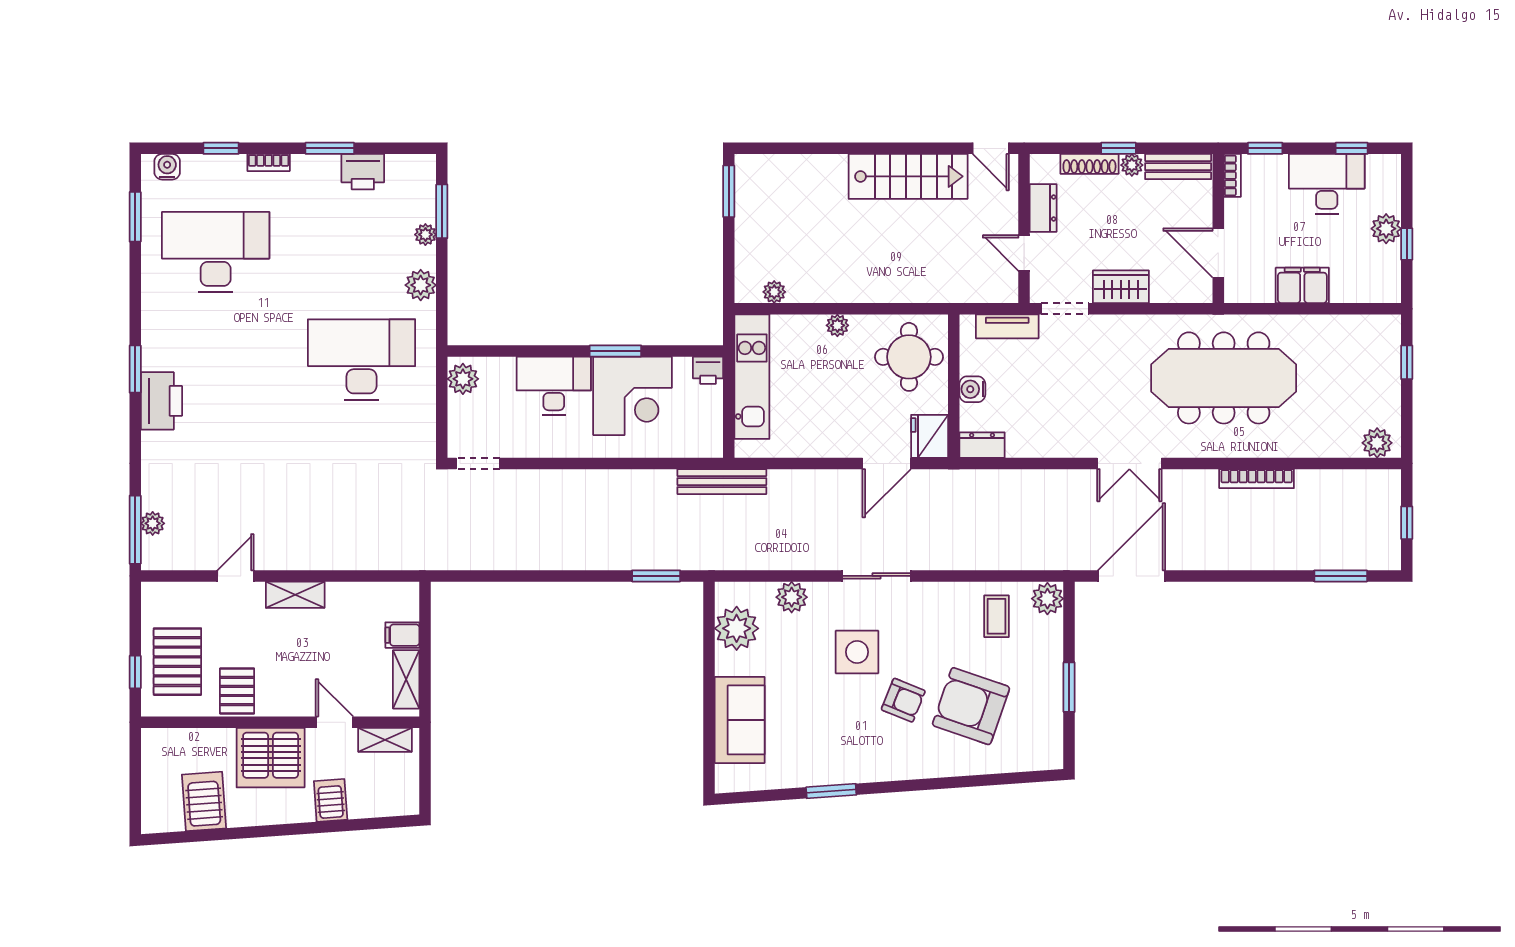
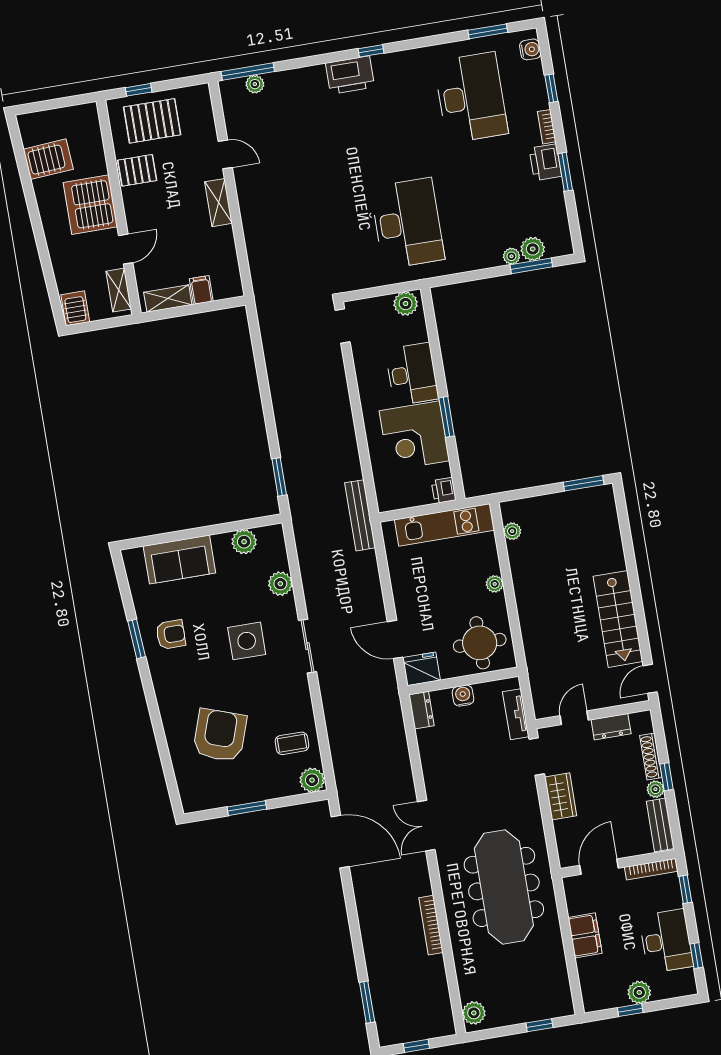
printer: (363, 172) -> (545, 162), moved
bookcase: (1232, 175) -> (651, 869), width x1.56
plant: (421, 285) -> (533, 249), moved
window: (135, 369) -> (371, 51), width x0.67
plant: (737, 628) -> (244, 542), width x0.73, depth x0.73
armchair: (903, 700) -> (171, 635), moved, turned -112
server rack: (331, 800) -> (75, 308), moved, turned -86

